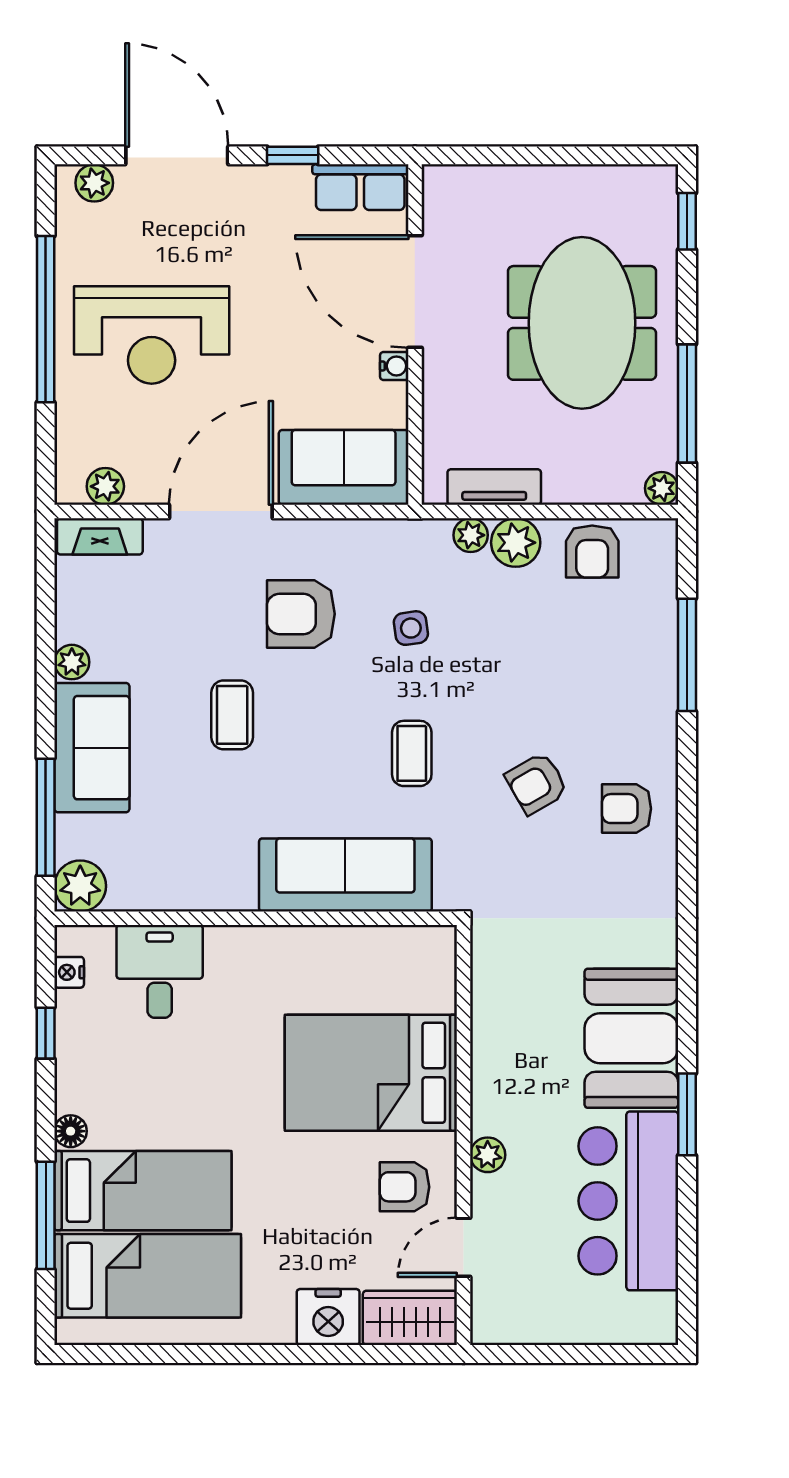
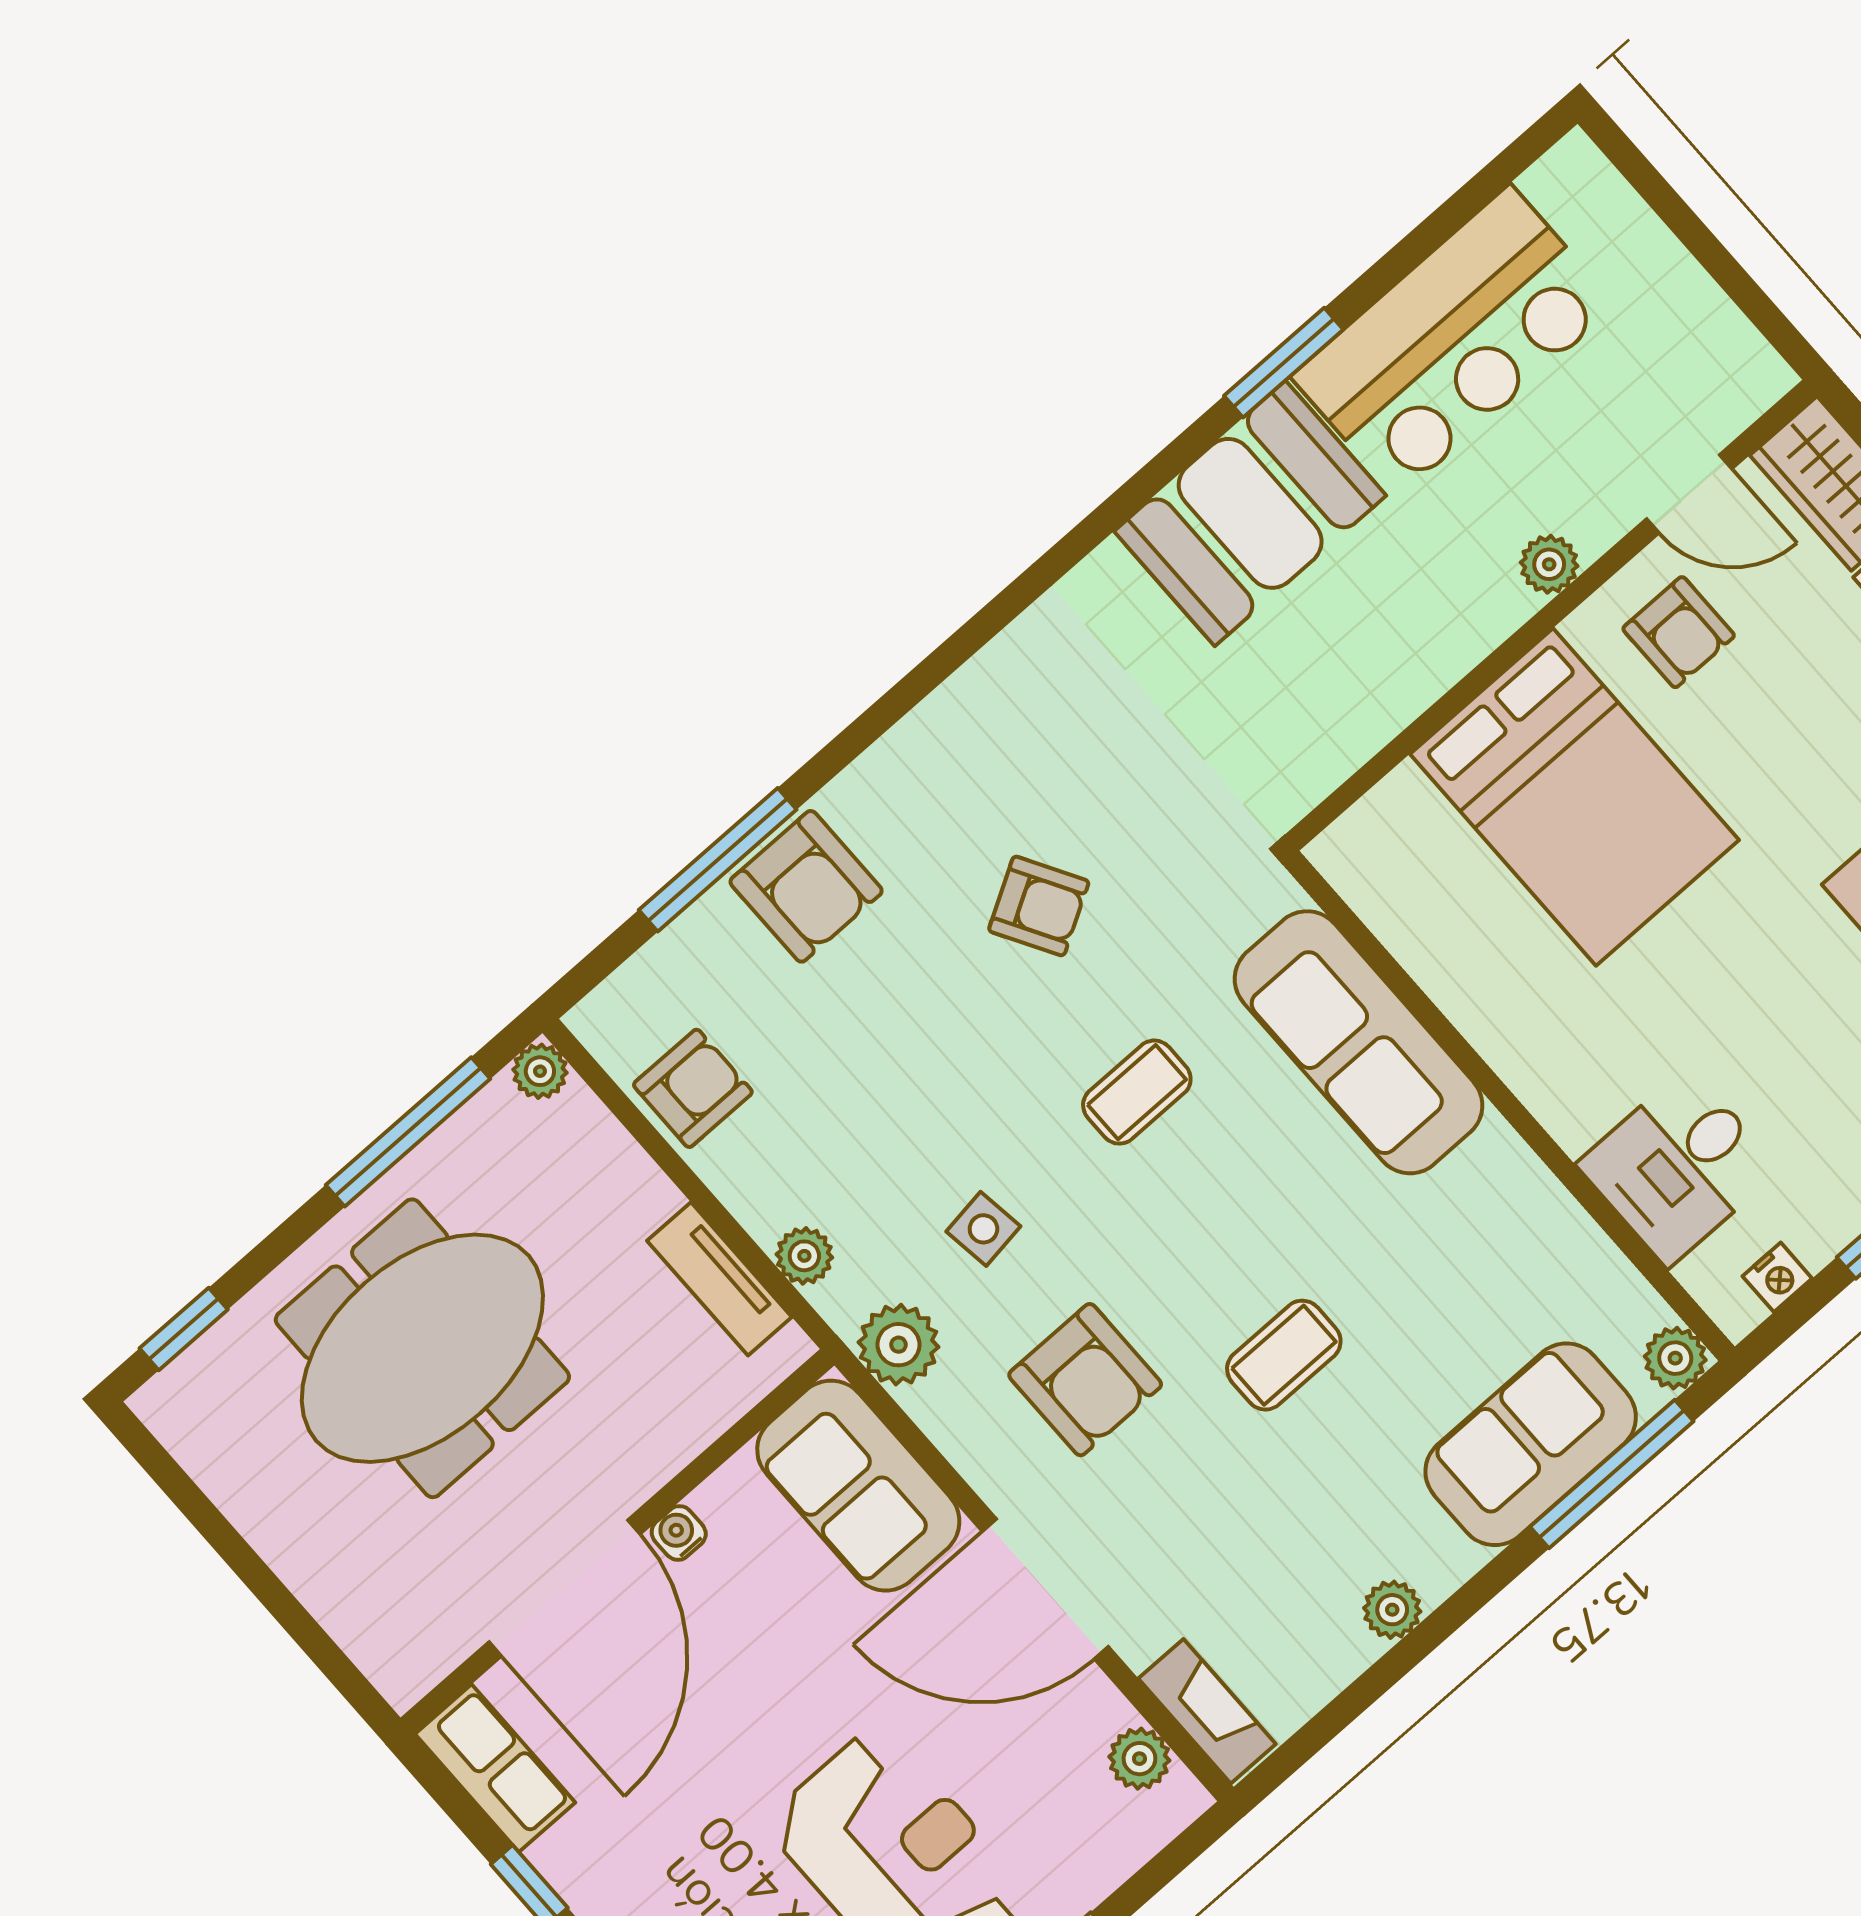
plant: (516, 543) -> (899, 1345), moved
sofa: (92, 748) -> (1531, 1444), moved
armchair: (627, 809) -> (806, 886), moved, width x1.38, depth x1.38
plant: (80, 886) -> (1675, 1358), width x0.73, depth x0.73

